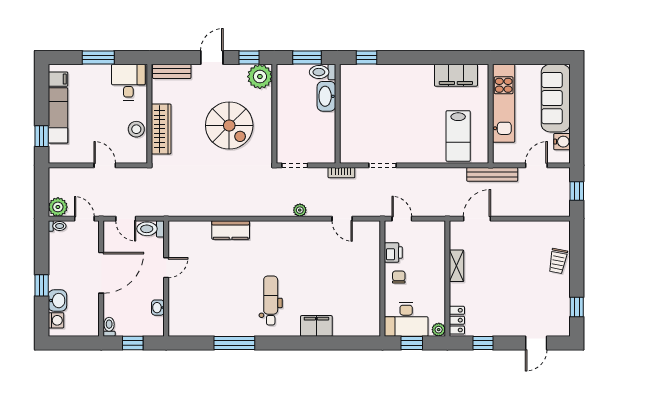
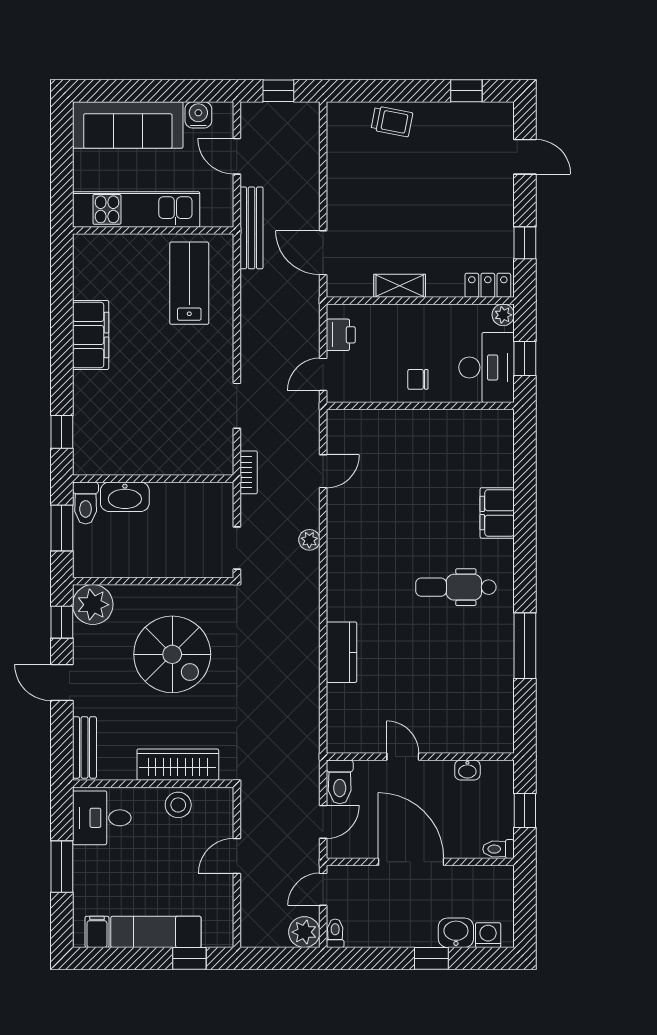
filing cabinet: (456, 75) -> (91, 335), moved
spiral stairs: (229, 125) -> (172, 654), turned 90
lab bench: (458, 136) -> (189, 283), turned -90
printer: (393, 252) -> (341, 335), moved, turned 90

